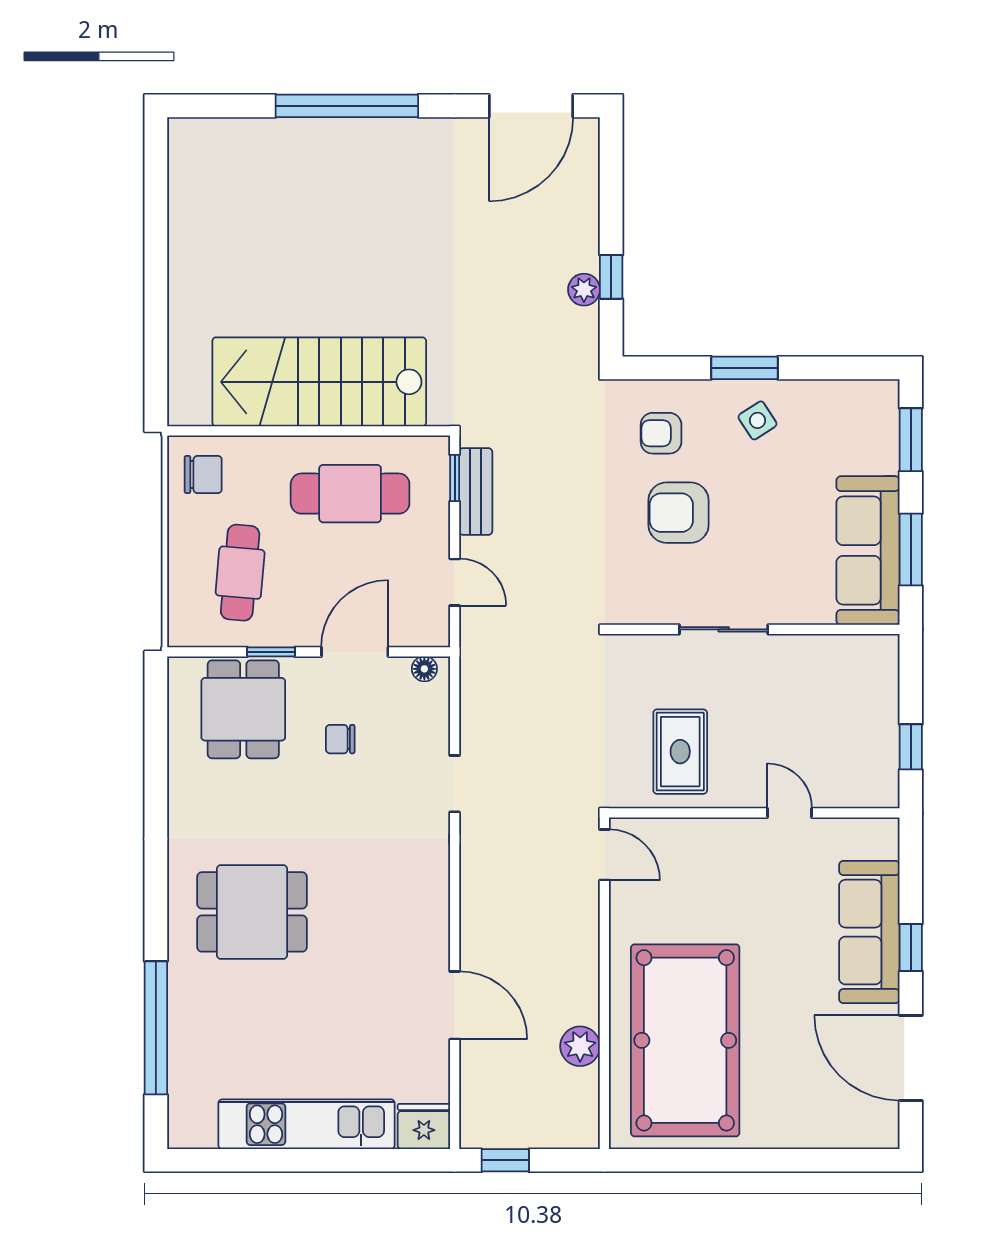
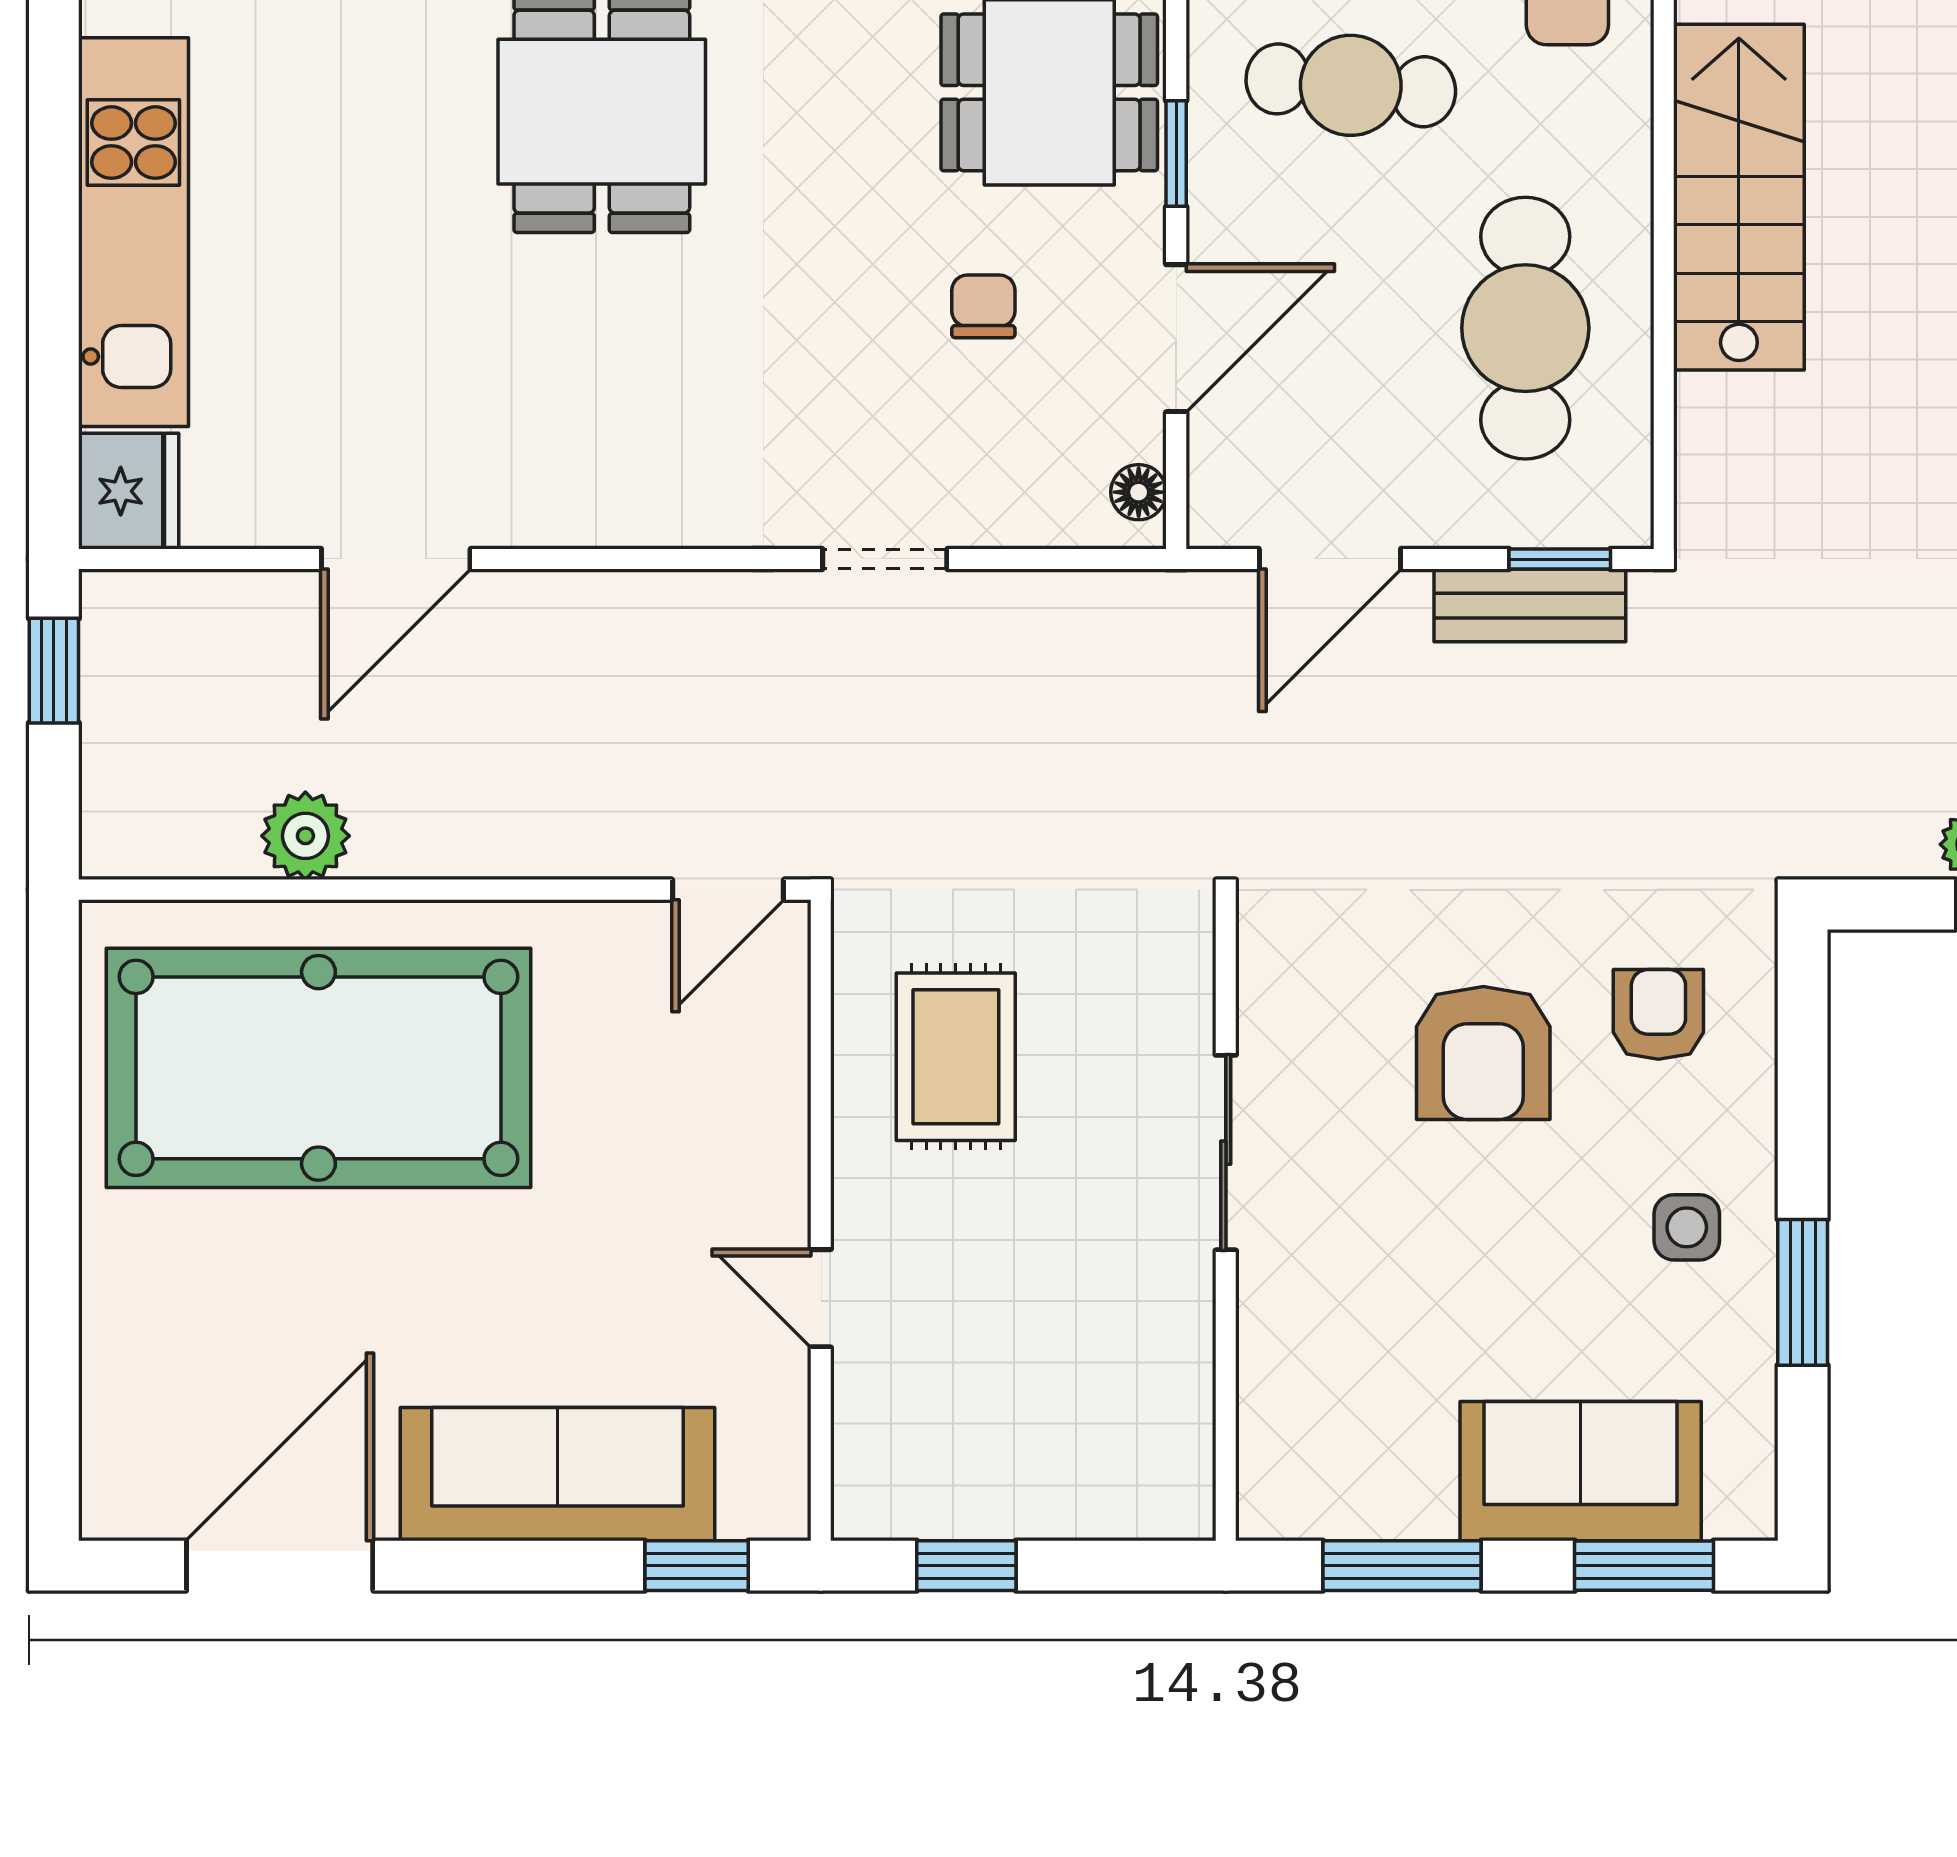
window: (744, 368) -> (1803, 1292), moved
stairs: (319, 382) -> (1739, 197), width x0.73, depth x0.66
side table: (758, 420) -> (1687, 1227), turned 33
armchair: (678, 513) -> (1483, 1053), turned 180
sofa: (868, 551) -> (1581, 1471), moved, width x0.73
door: (455, 582) -> (1330, 559), width x1.38
door: (355, 652) -> (1176, 338), hinge flipped
rug: (680, 752) -> (956, 1057), turned 90
door: (790, 813) -> (821, 1298), swing flipped
window: (911, 948) -> (697, 1566), moved

